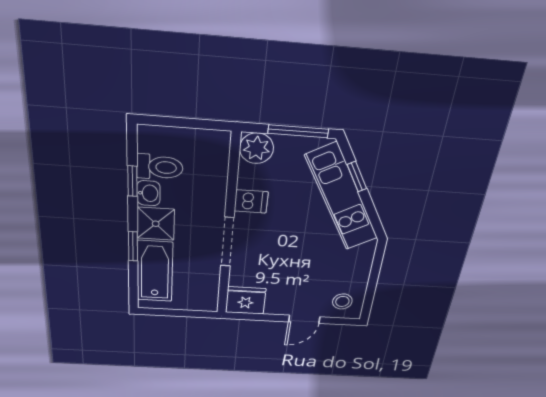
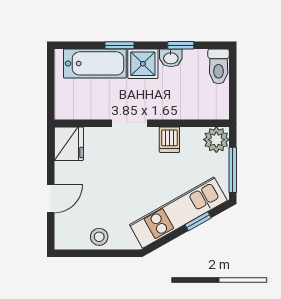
toilet: (160, 167) -> (219, 66), moved
doorway: (227, 242) -> (129, 123), width x0.73
stool: (342, 301) -> (99, 237), moved
door: (304, 319) -> (51, 199), swing flipped

